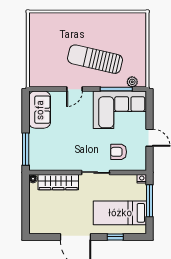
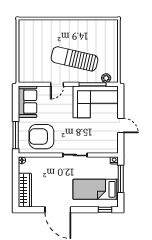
armchair: (119, 152) -> (41, 137), moved, width x1.88, depth x1.88
wardrobe: (58, 182) -> (25, 190), moved, turned -90
window: (115, 237) -> (105, 210), moved

